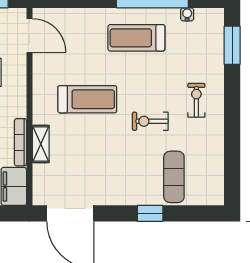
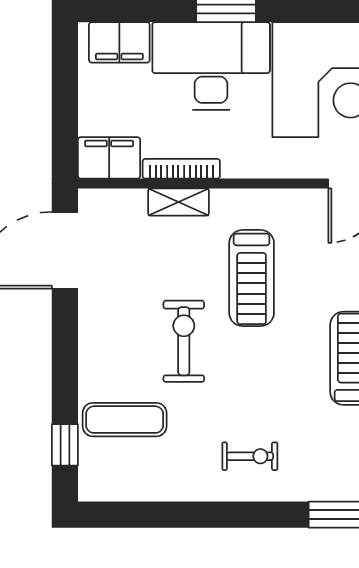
exercise bike: (150, 121) -> (184, 341), moved, width x1.38, depth x1.39
window: (150, 213) -> (65, 445), moved

